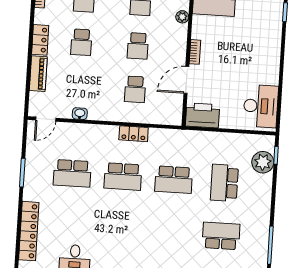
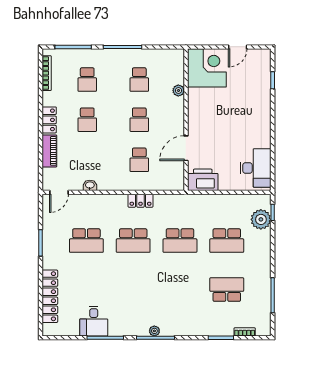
bookcase: (195, 52) -> (192, 122), removed
school desk: (224, 183) -> (227, 241), turned -90

